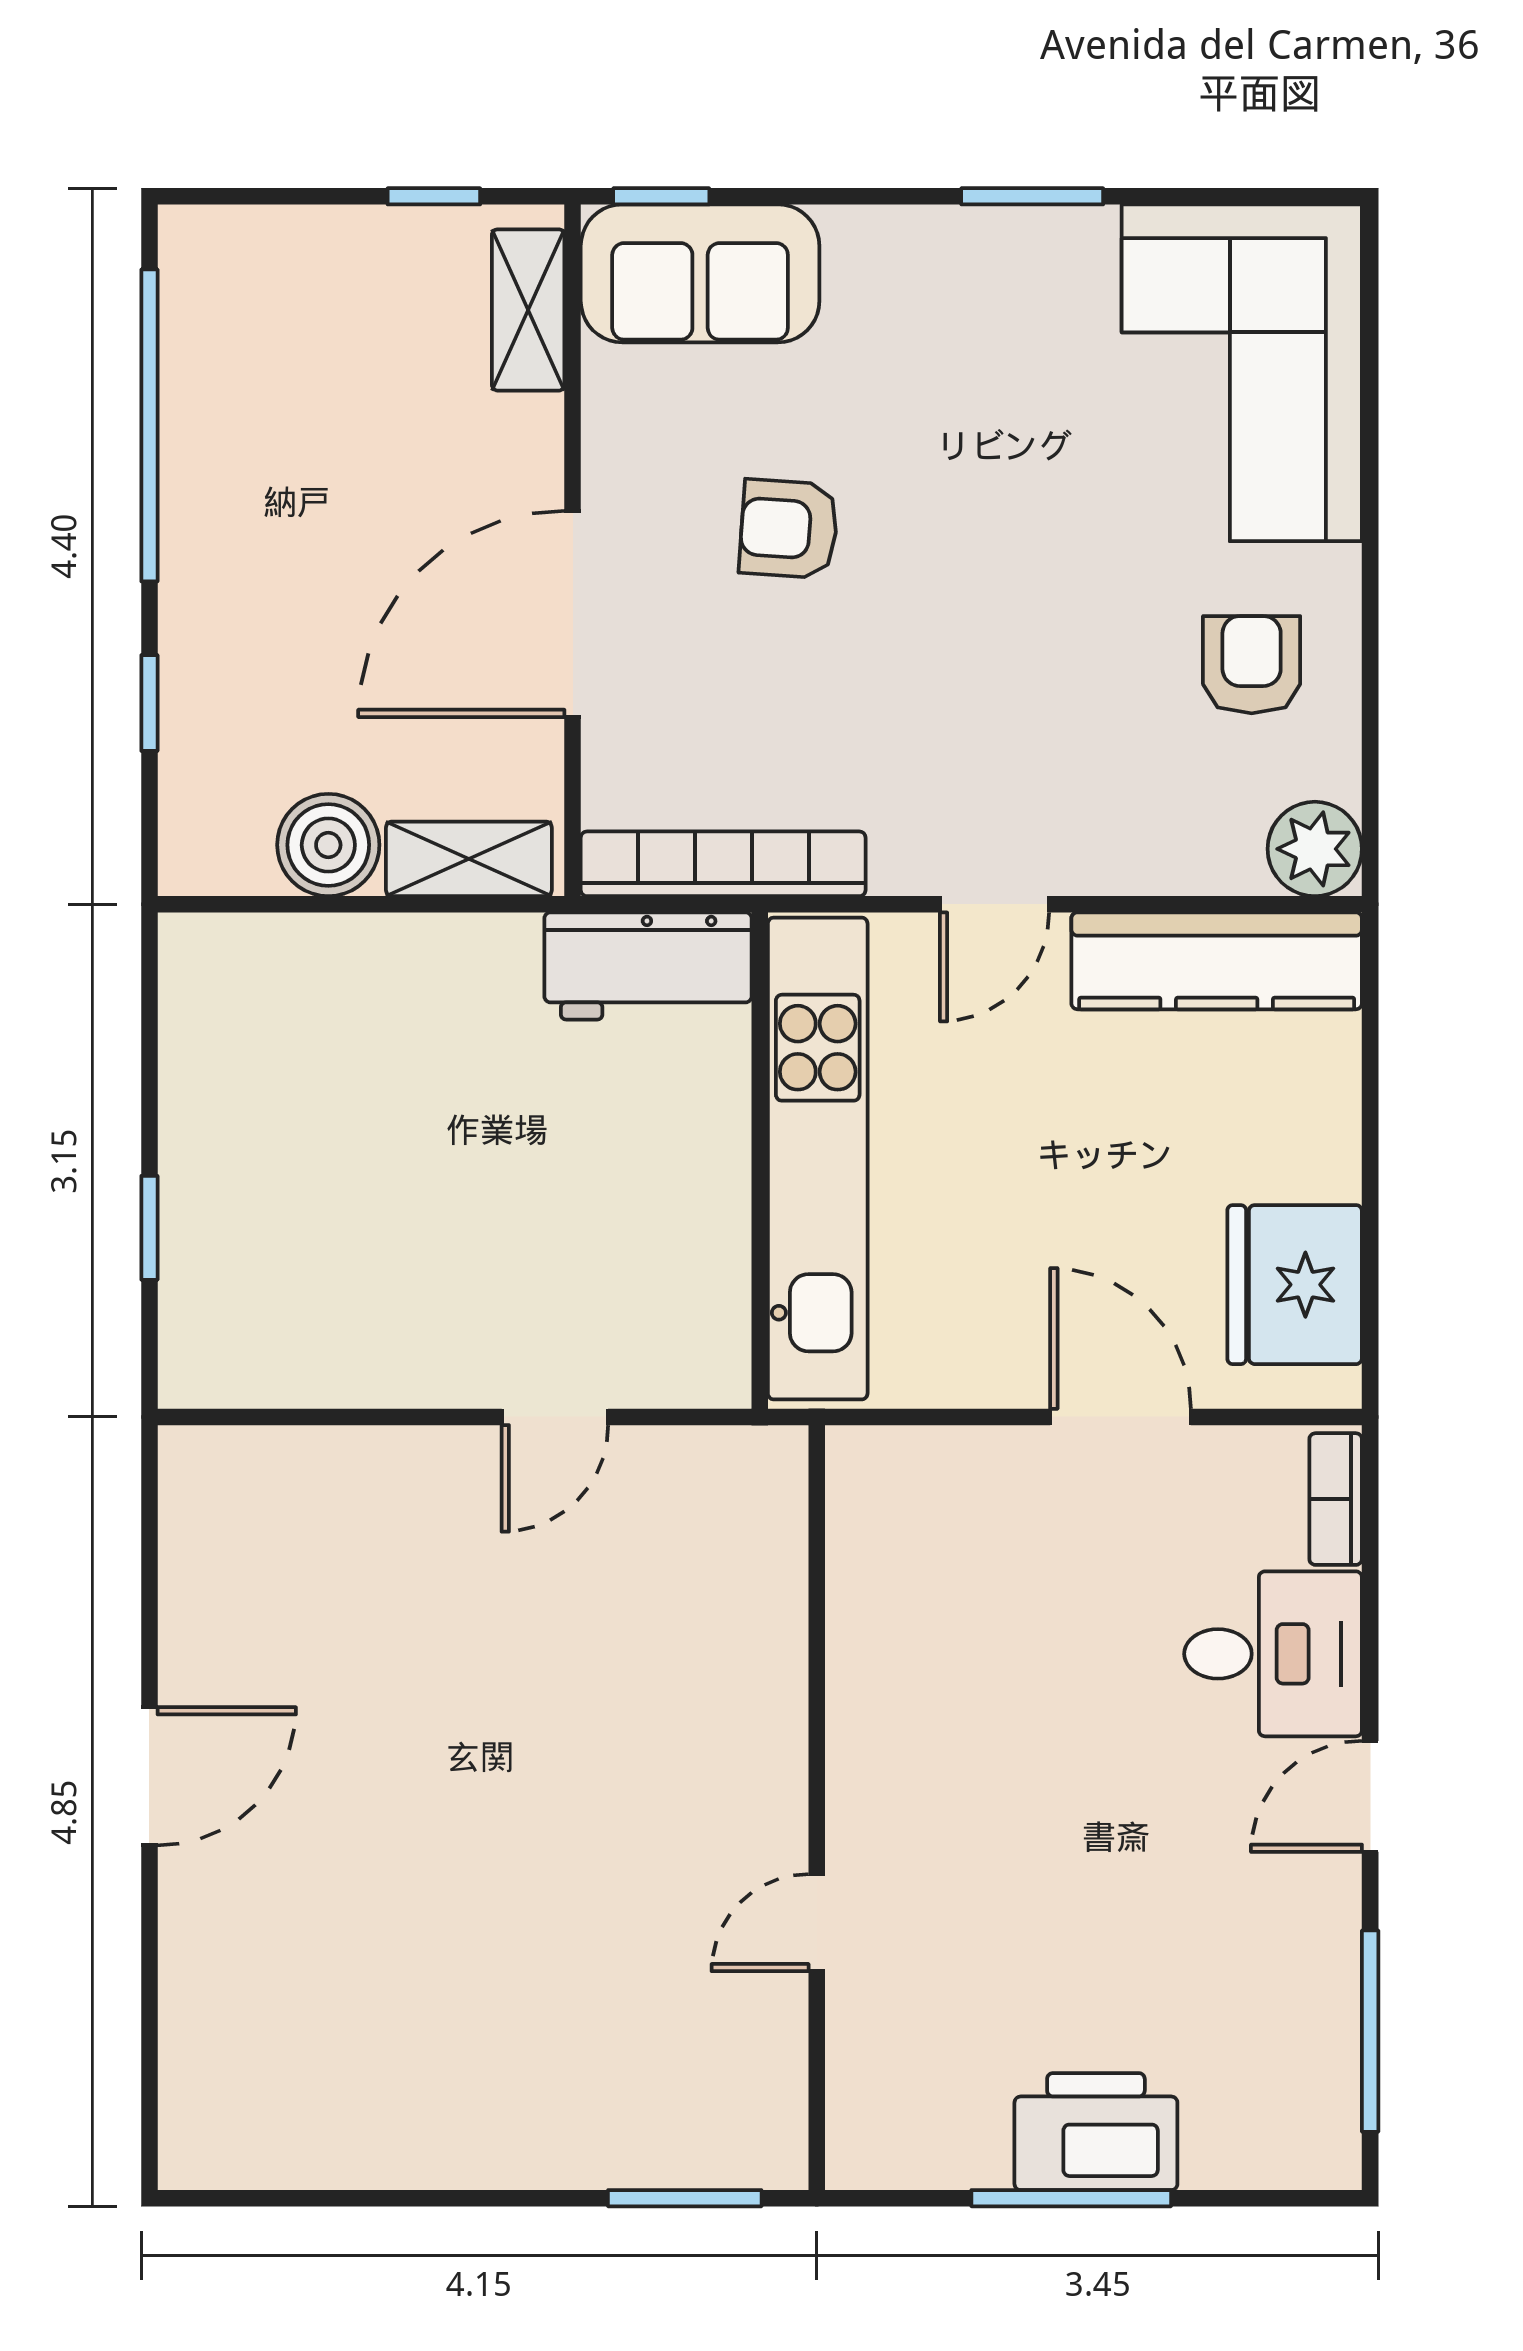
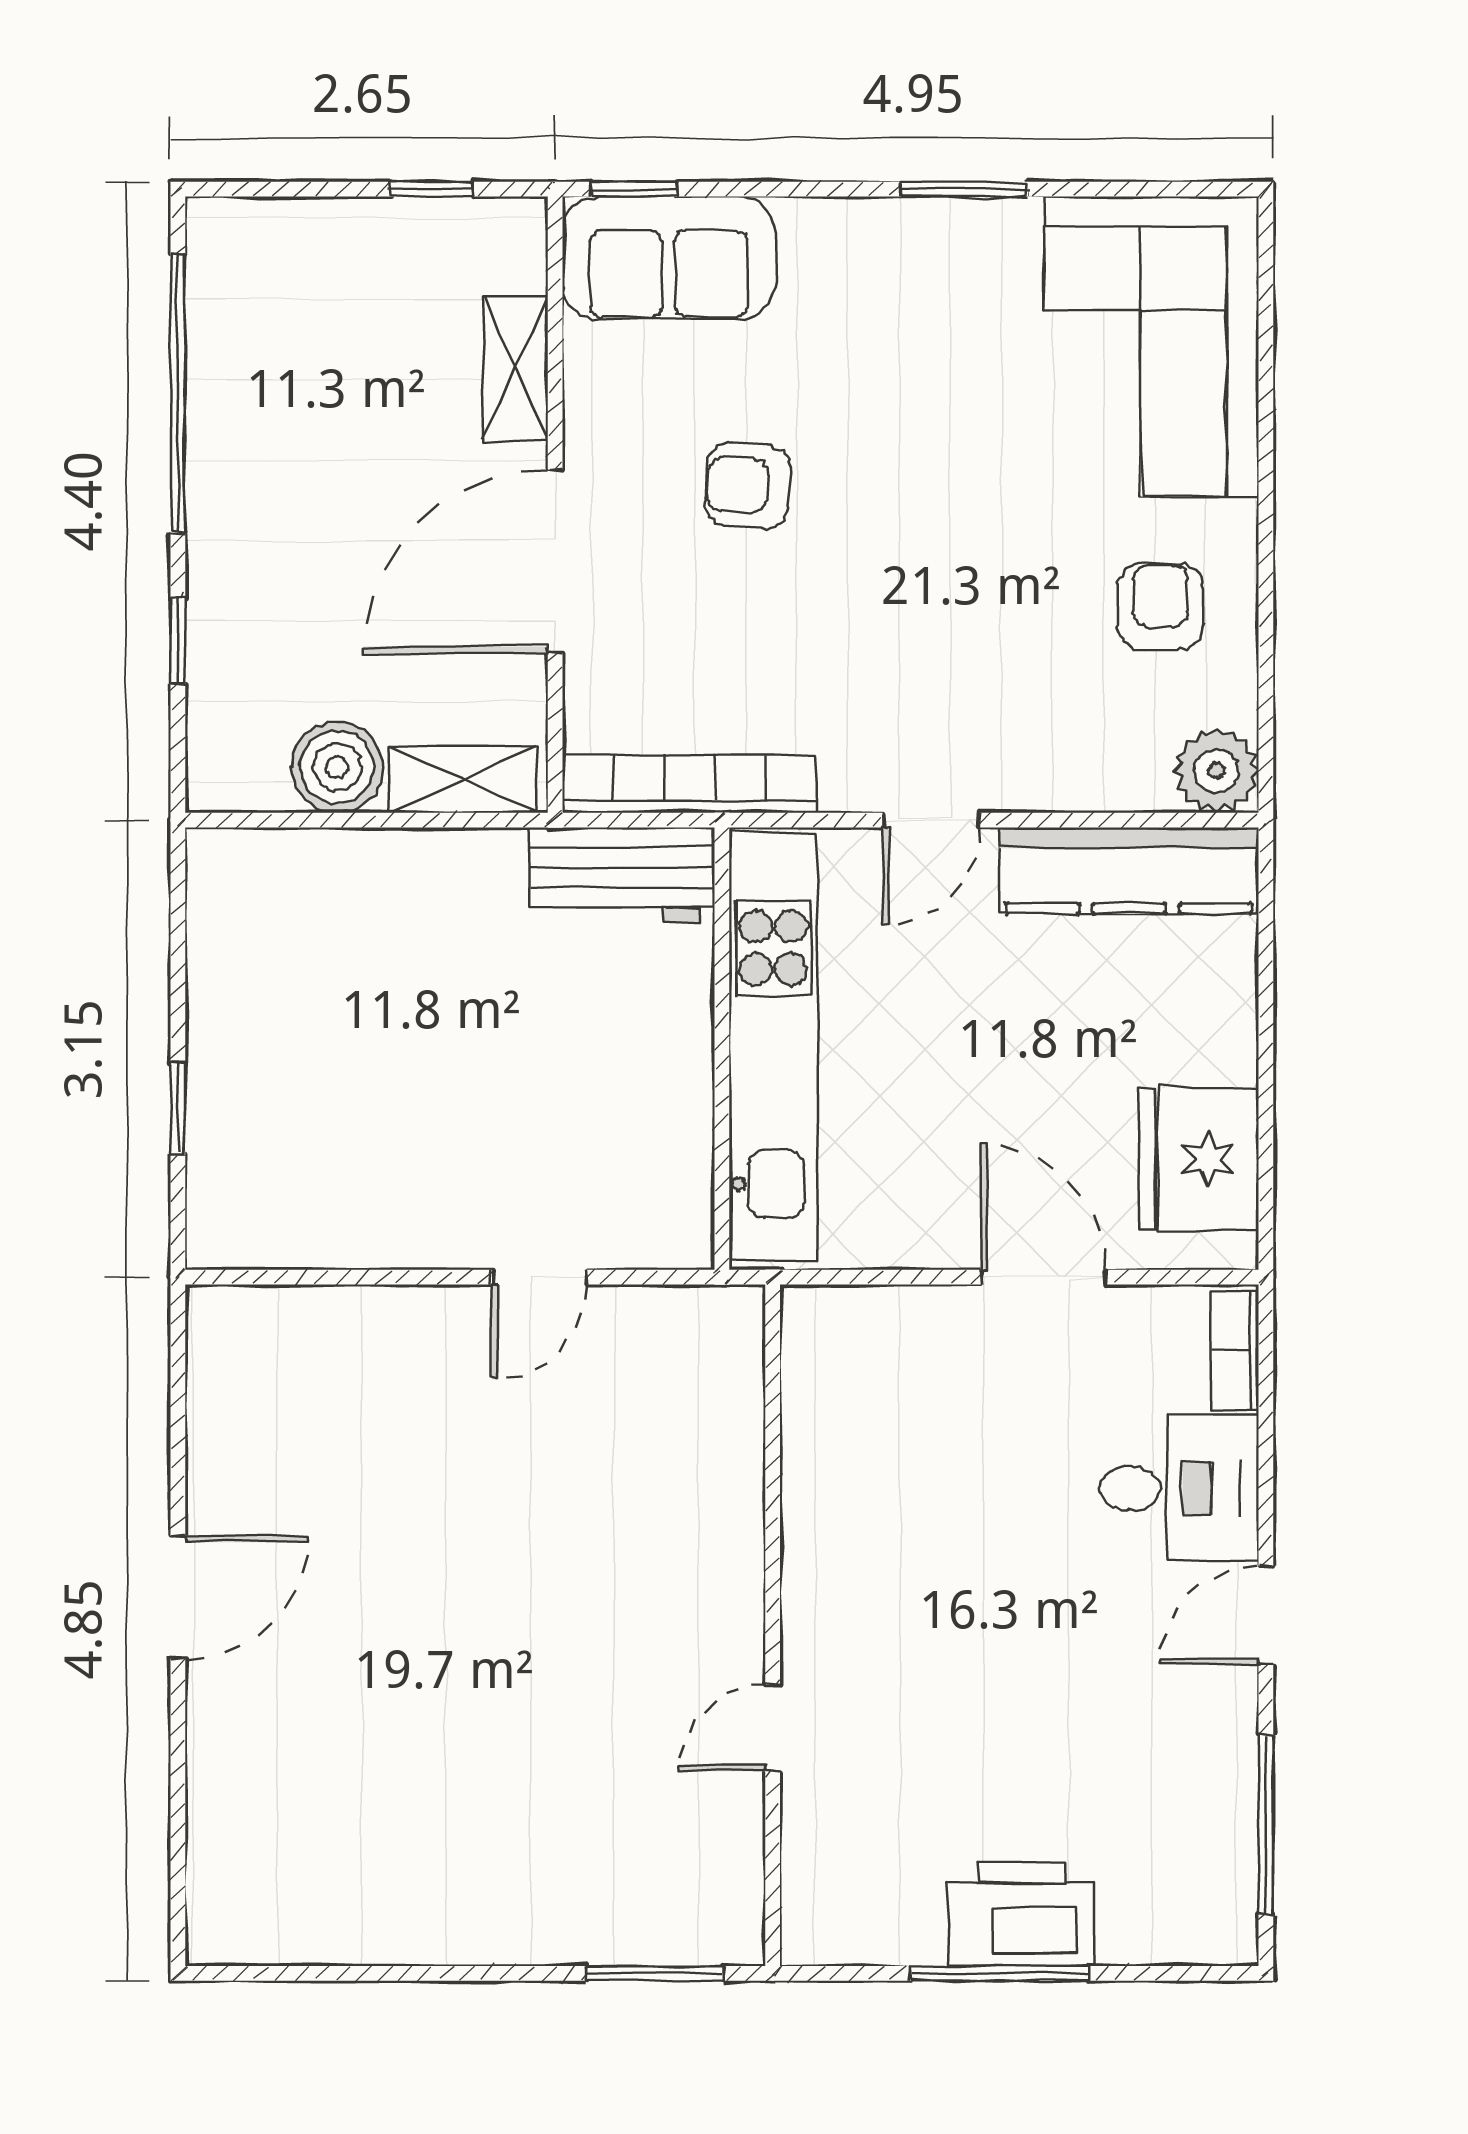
shelving: (528, 310) -> (515, 368), moved

